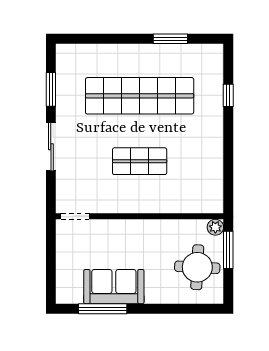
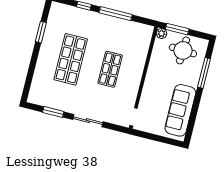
shop shelf: (140, 96) -> (71, 59), width x0.71
window: (228, 148) -> (116, 14), added
sofa: (114, 287) -> (180, 110), width x1.36
window: (103, 309) -> (204, 73), moved

